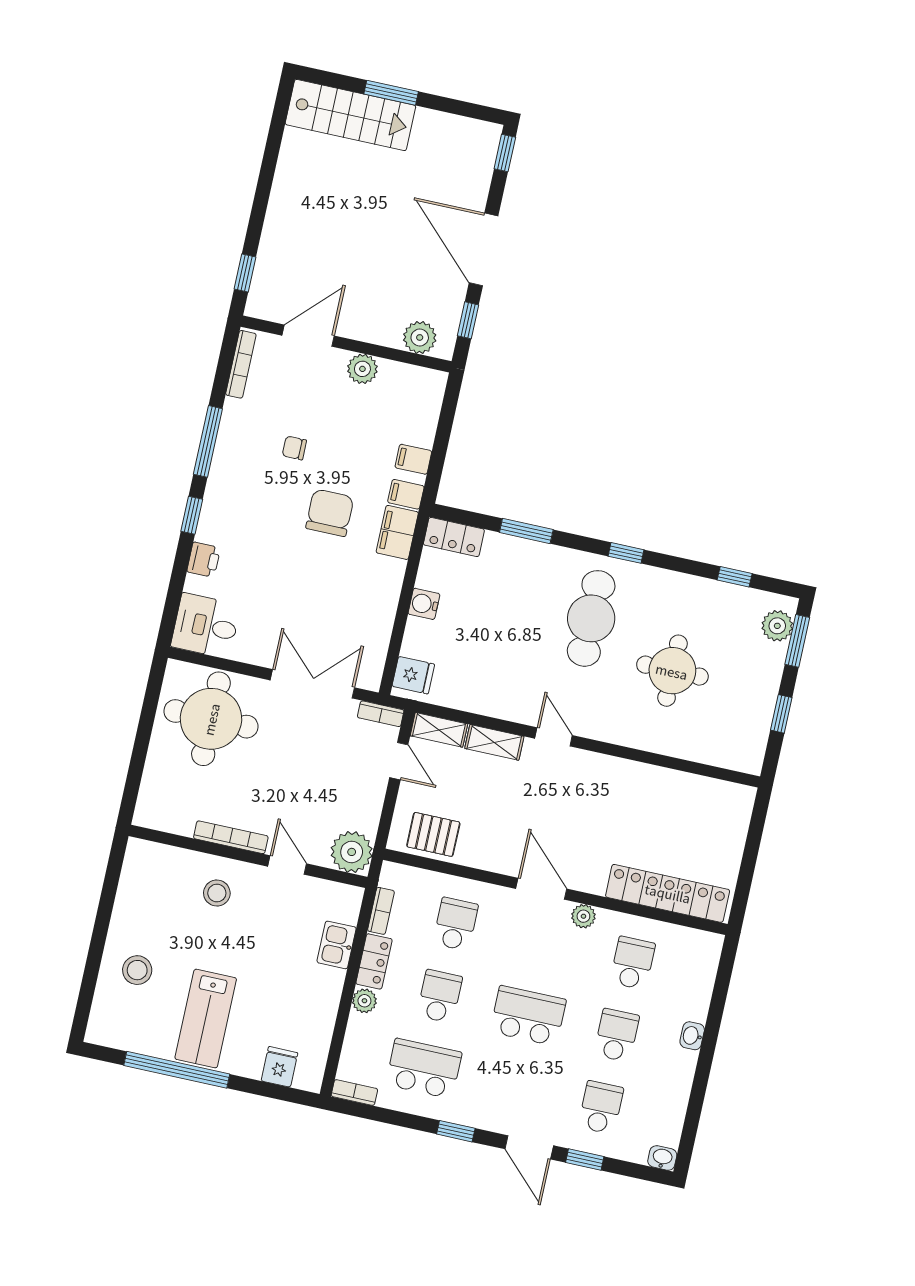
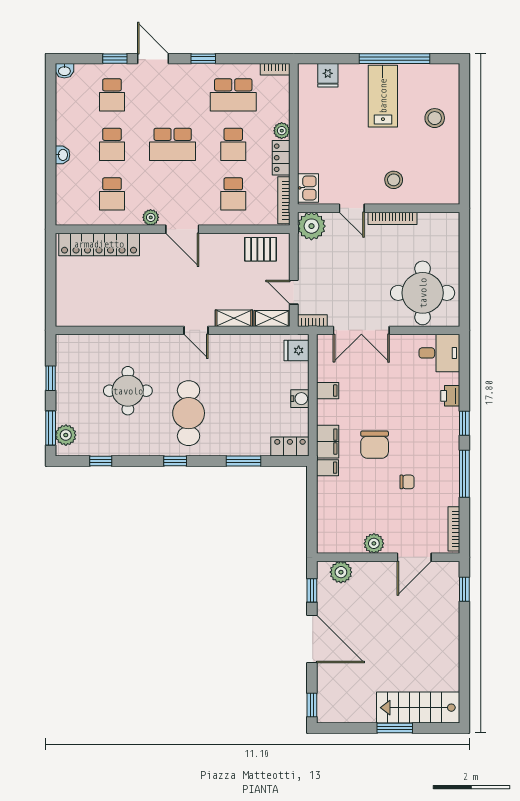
filing cabinet: (413, 459) -> (328, 391), moved
bookcase: (381, 911) -> (284, 200), width x1.56
kitchen sink: (337, 945) -> (308, 188), moved

